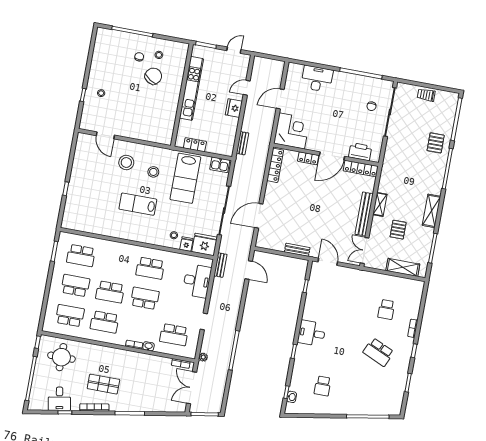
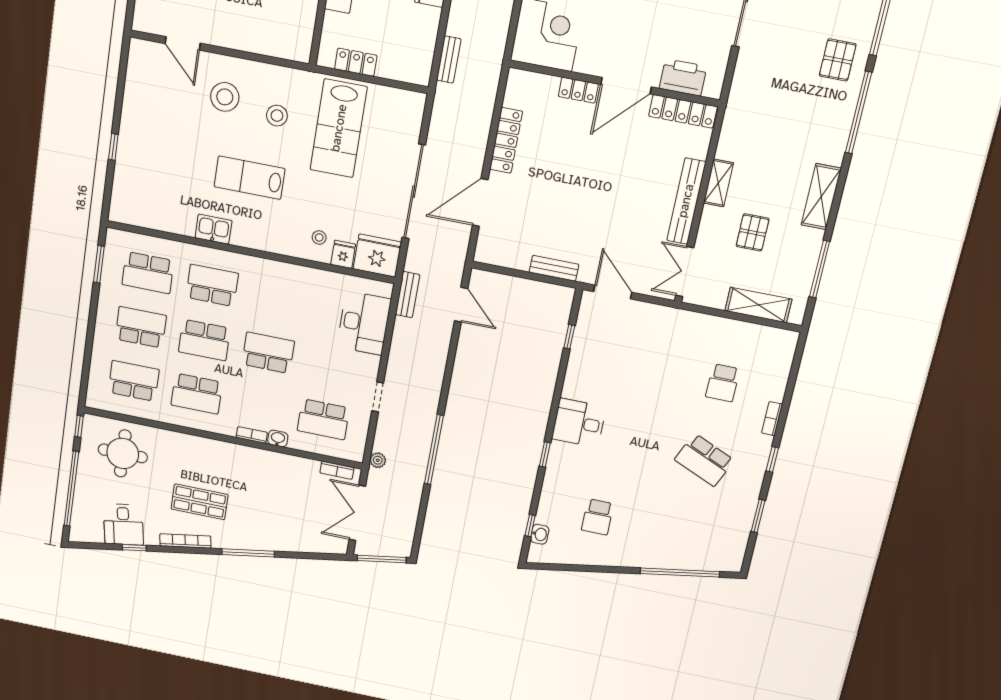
kitchen sink: (220, 165) -> (214, 229), moved, turned 180
locker: (275, 165) -> (506, 140), moved
school desk: (150, 268) -> (212, 285), moved, turned 180

